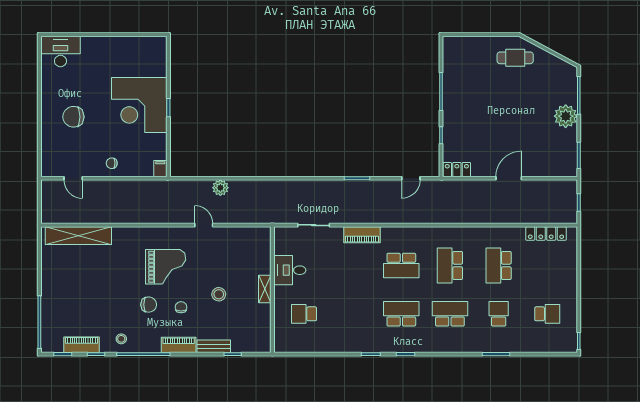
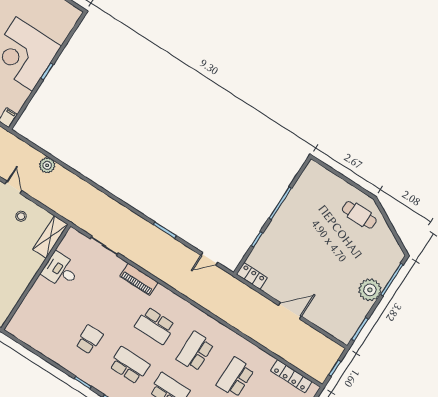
stool: (226, 246) -> (21, 216), added
shelving: (265, 289) -> (50, 237), moved, width x1.50, depth x1.33
school desk: (304, 314) -> (89, 340), moved, turned 90

